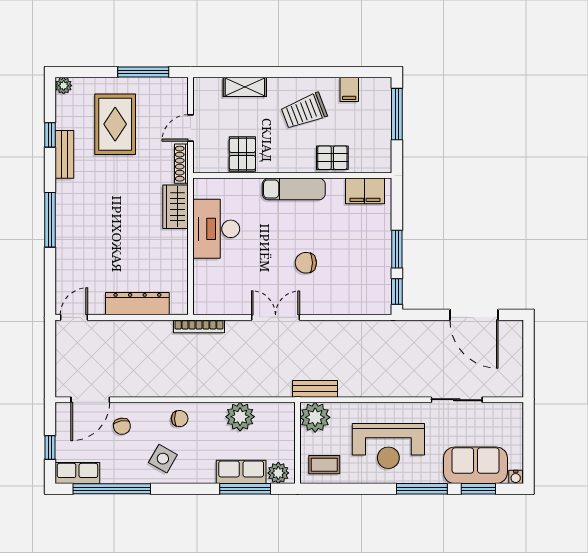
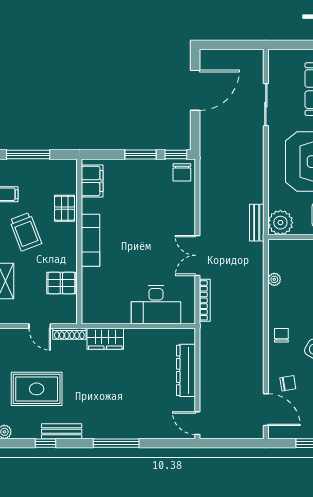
desk: (216, 229) -> (156, 305), moved
chair: (306, 263) -> (182, 172), moved
bookcase: (199, 326) -> (205, 300), moved
plant: (240, 417) -> (274, 279), width x0.53, depth x0.53

